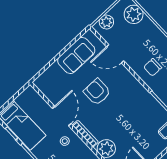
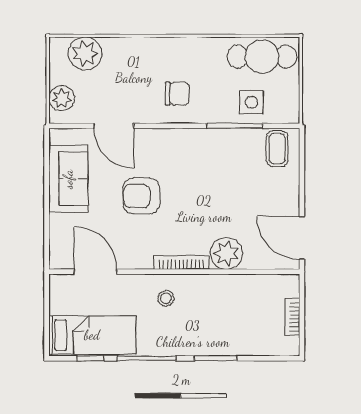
door: (115, 54) -> (114, 126), hinge flipped
chair: (153, 67) -> (177, 94), turned -90
door: (62, 116) -> (96, 272), moved

